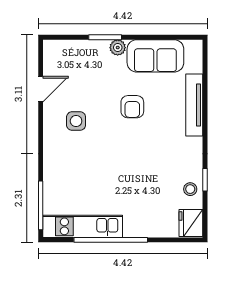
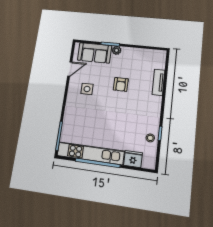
sofa: (155, 56) -> (95, 53), moved
tv unit: (194, 105) -> (158, 82), width x0.71
fridge: (191, 223) -> (133, 159), moved, turned 90
kitchen unit: (83, 226) -> (90, 153), width x1.36

